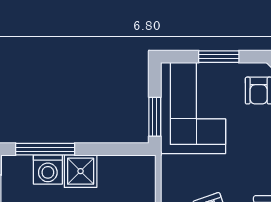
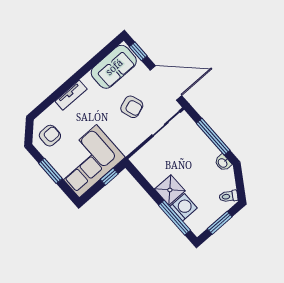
window: (155, 117) -> (109, 177), width x0.67

